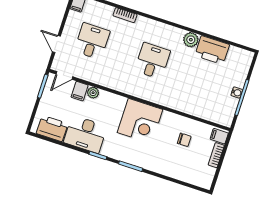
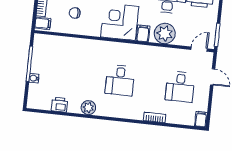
printer: (212, 50) -> (59, 105), width x0.53, depth x0.68
filing cabinet: (80, 91) -> (143, 33), moved
plant: (93, 93) -> (165, 33), width x1.88, depth x1.88
water cooler: (237, 93) -> (34, 78), moved

